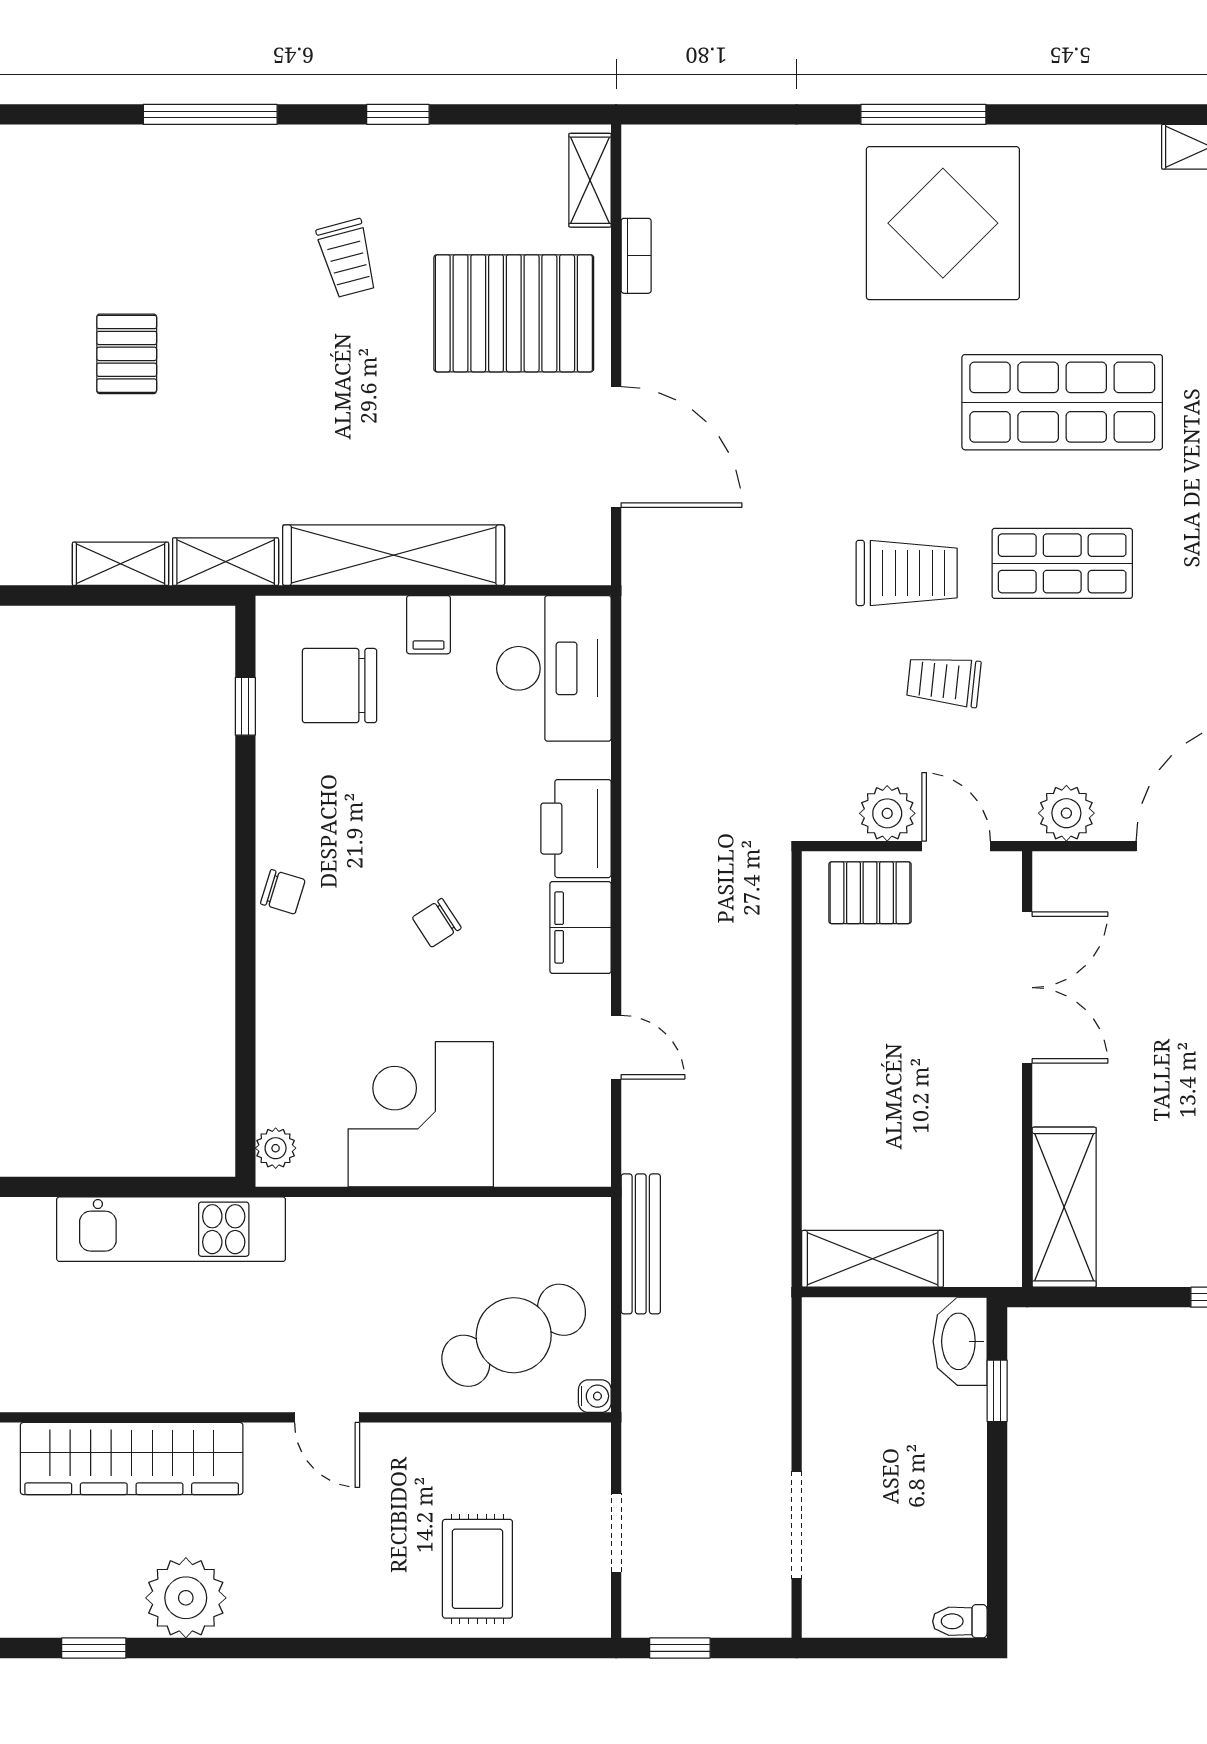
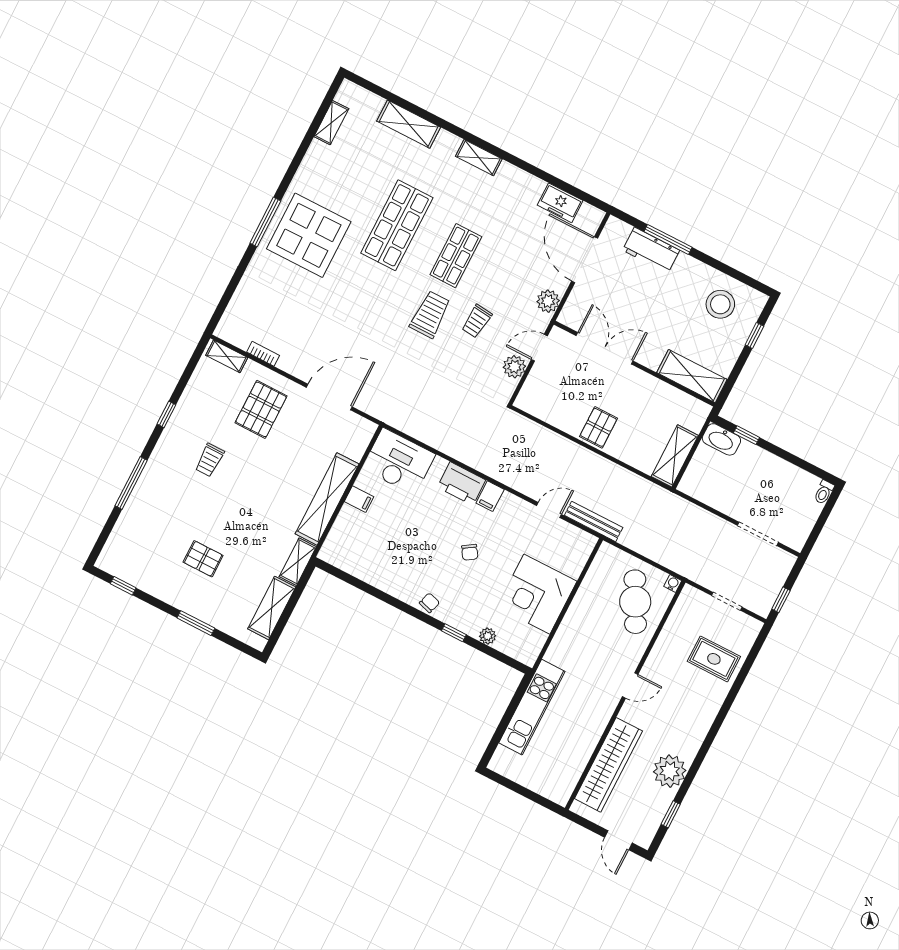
trolley: (347, 258) -> (210, 460), turned 105
pallet: (514, 313) -> (261, 409), width x0.73, depth x0.71
shelving: (121, 564) -> (272, 608), width x1.50, depth x1.33
chair: (340, 686) -> (365, 543), removed
window: (245, 706) -> (454, 633), moved
pallet: (870, 893) -> (598, 427), moved
filing cabinet: (581, 927) -> (490, 496), width x0.50
plant: (276, 1148) -> (488, 636), moved
bench: (641, 1244) -> (594, 521), moved

